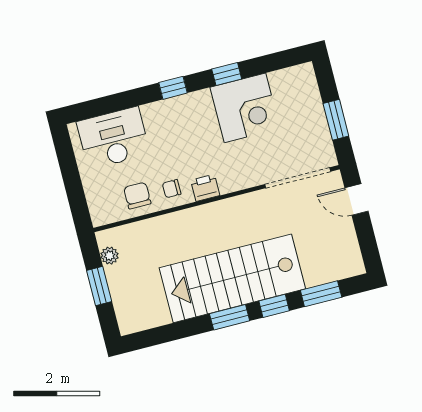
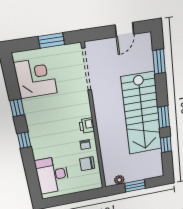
corner desk: (245, 108) -> (36, 78), moved
door: (356, 200) -> (124, 30), moved
window: (274, 306) -> (166, 145), moved

